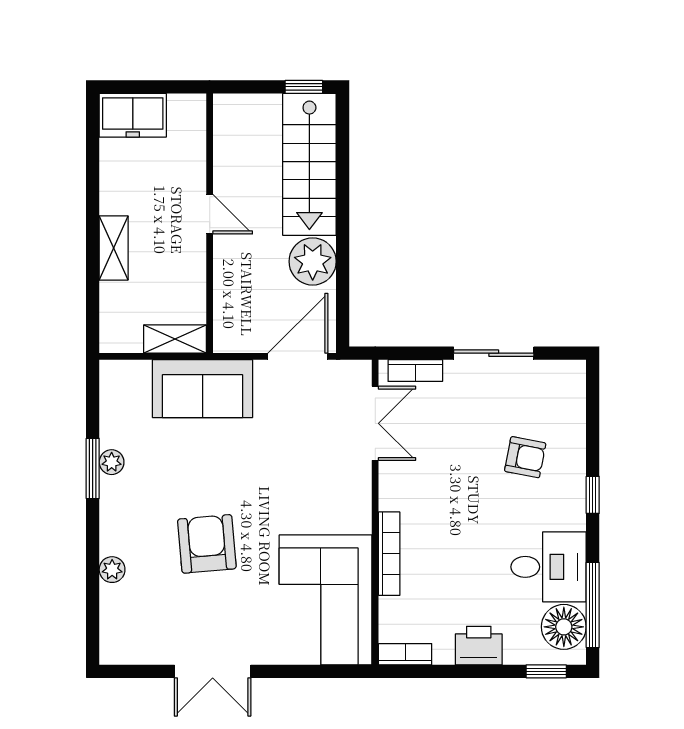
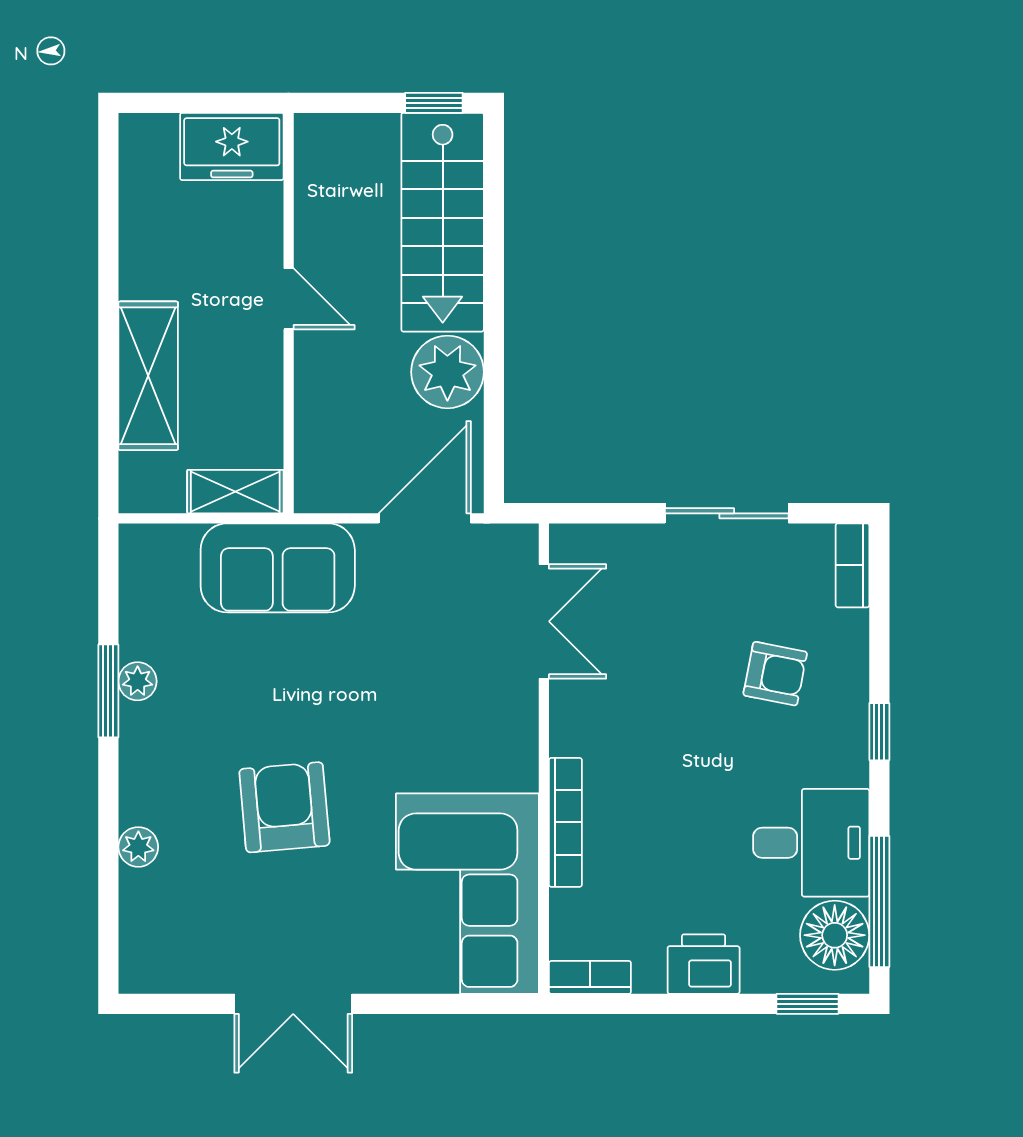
freezer: (133, 115) -> (232, 146), moved
shelving: (114, 248) -> (148, 376), width x1.50, depth x1.33
bookcase: (415, 371) -> (852, 565), moved, turned 90

